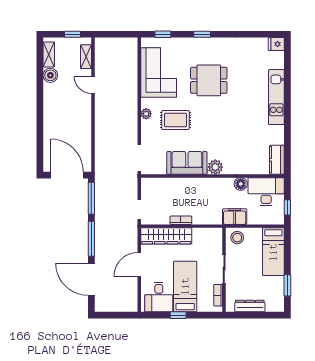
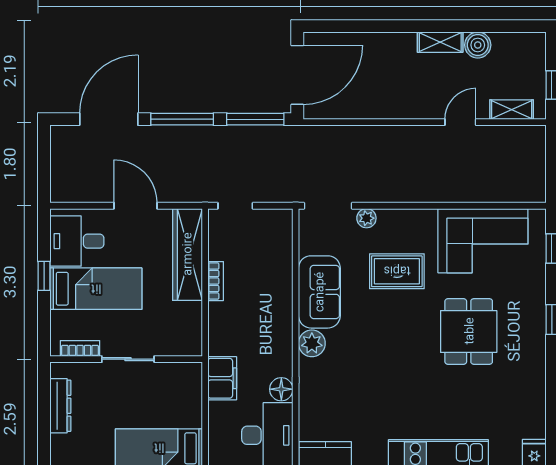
shelving: (49, 55) -> (440, 42), moved
plant: (146, 114) -> (366, 218), moved
rug: (175, 120) -> (397, 271), turned 90
stool: (237, 238) -> (184, 383), removed

